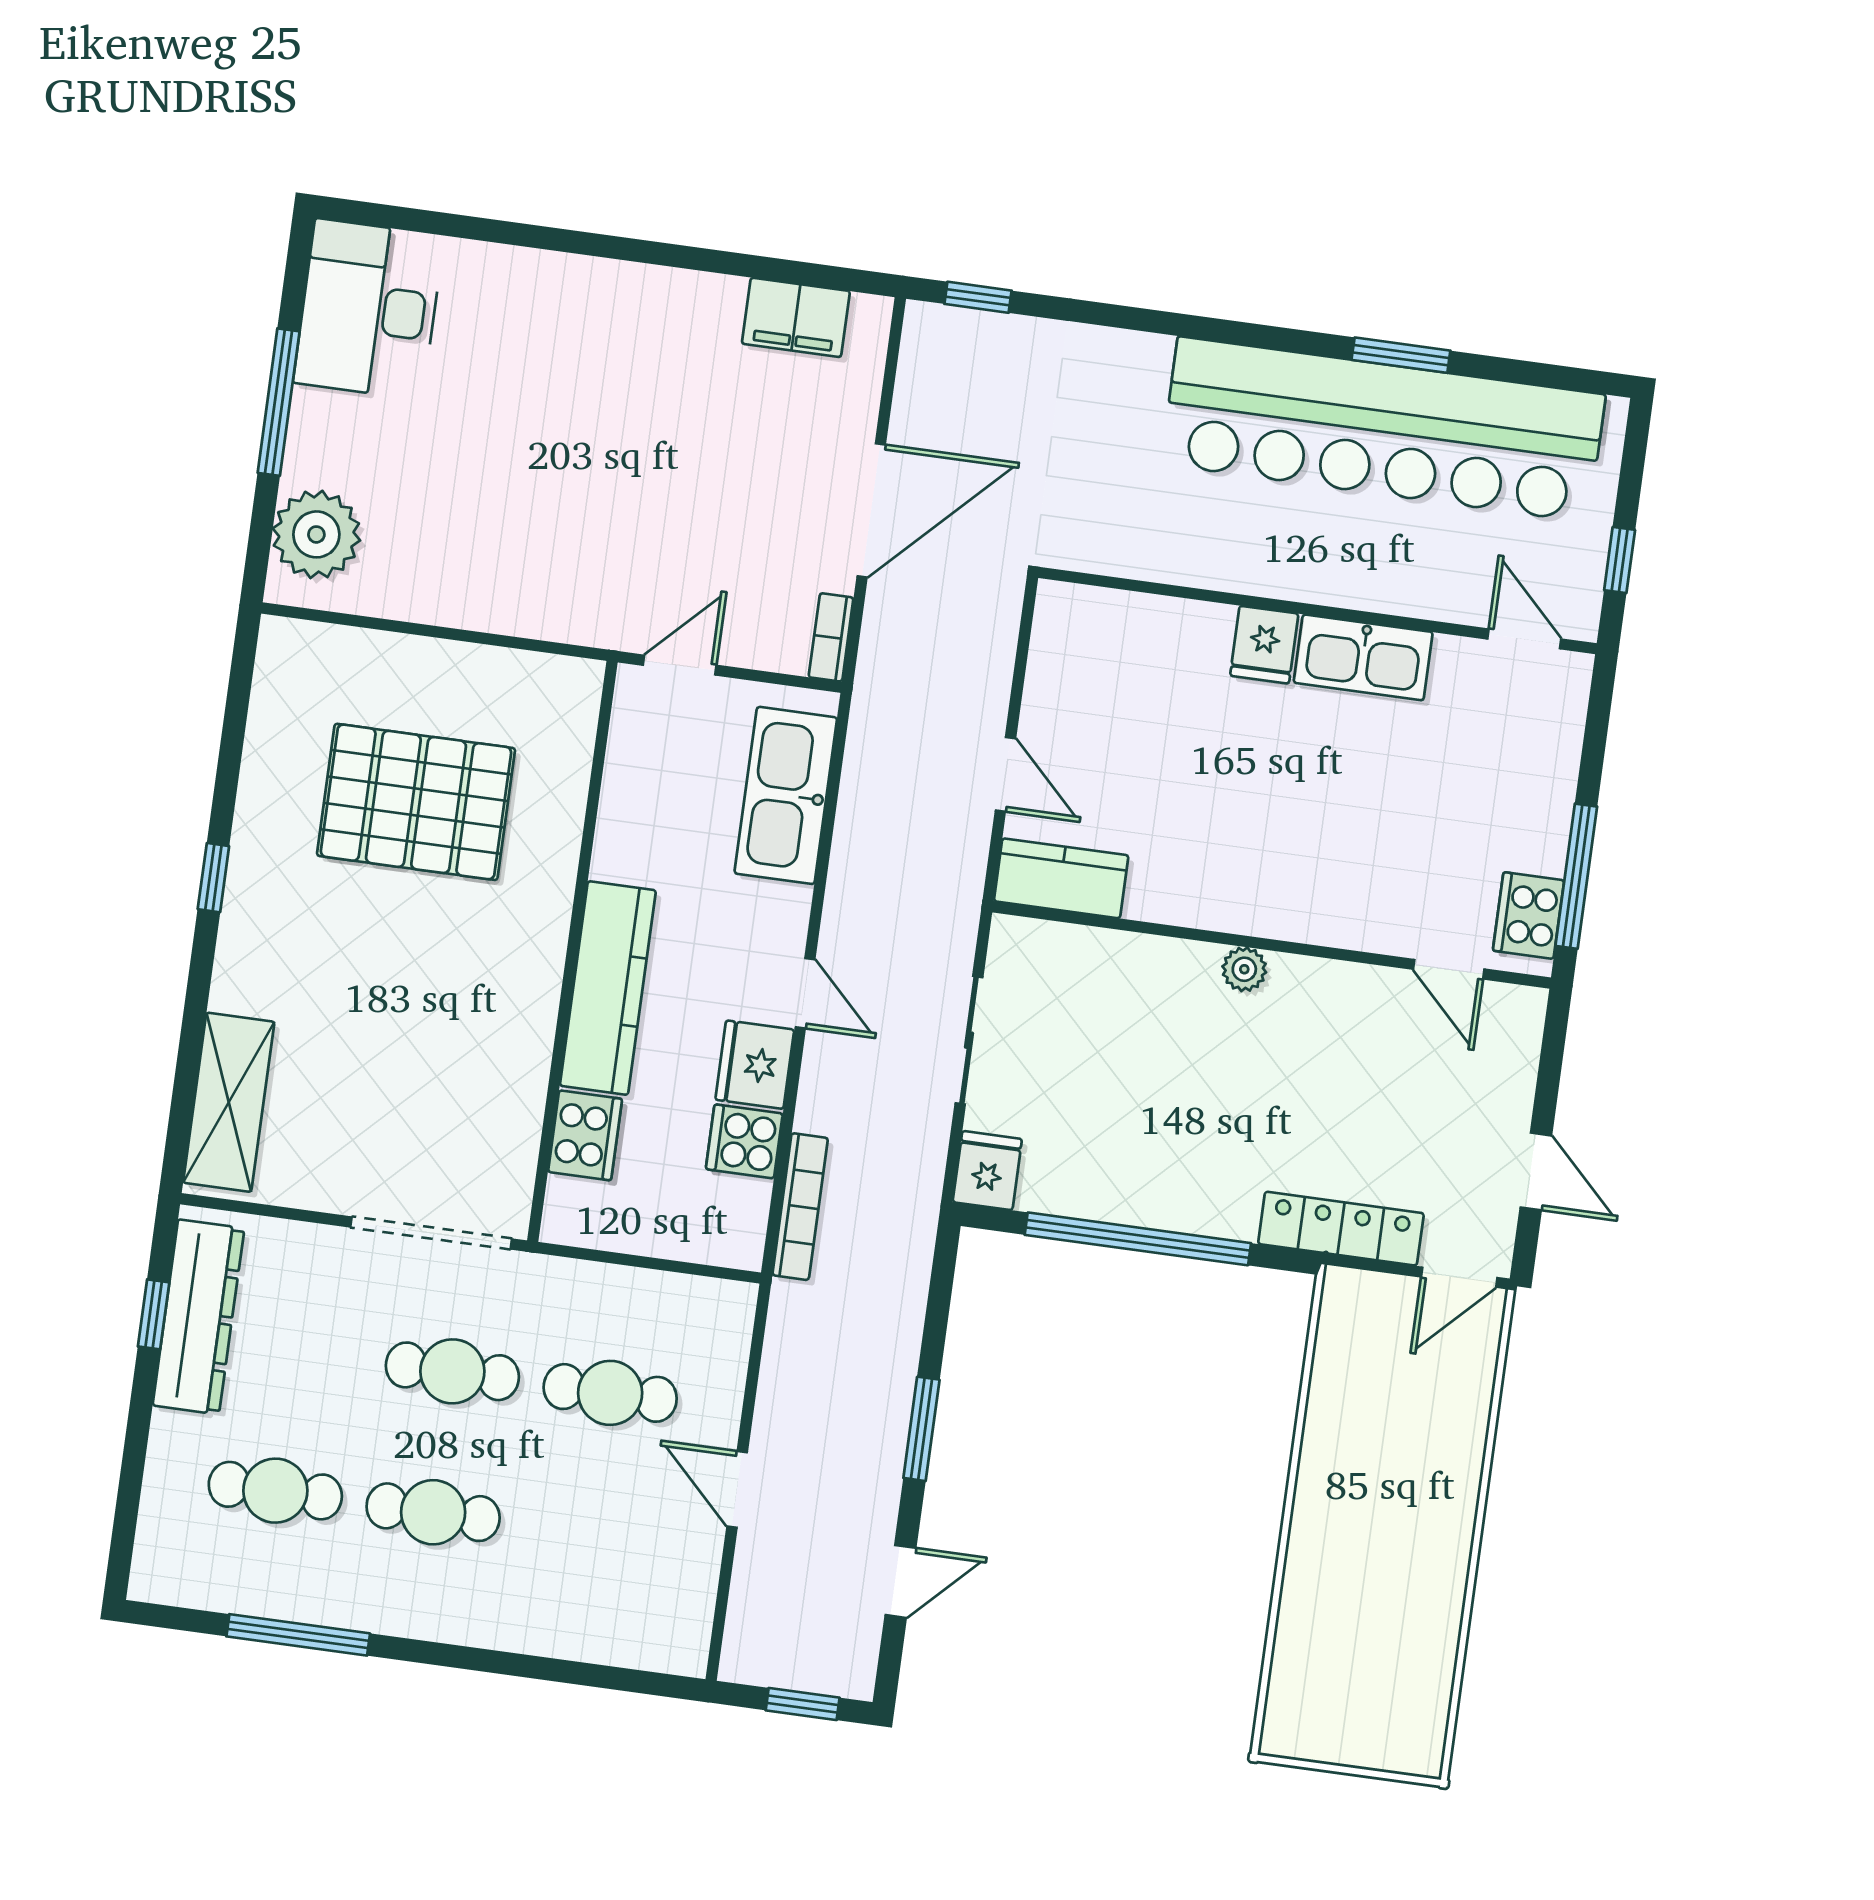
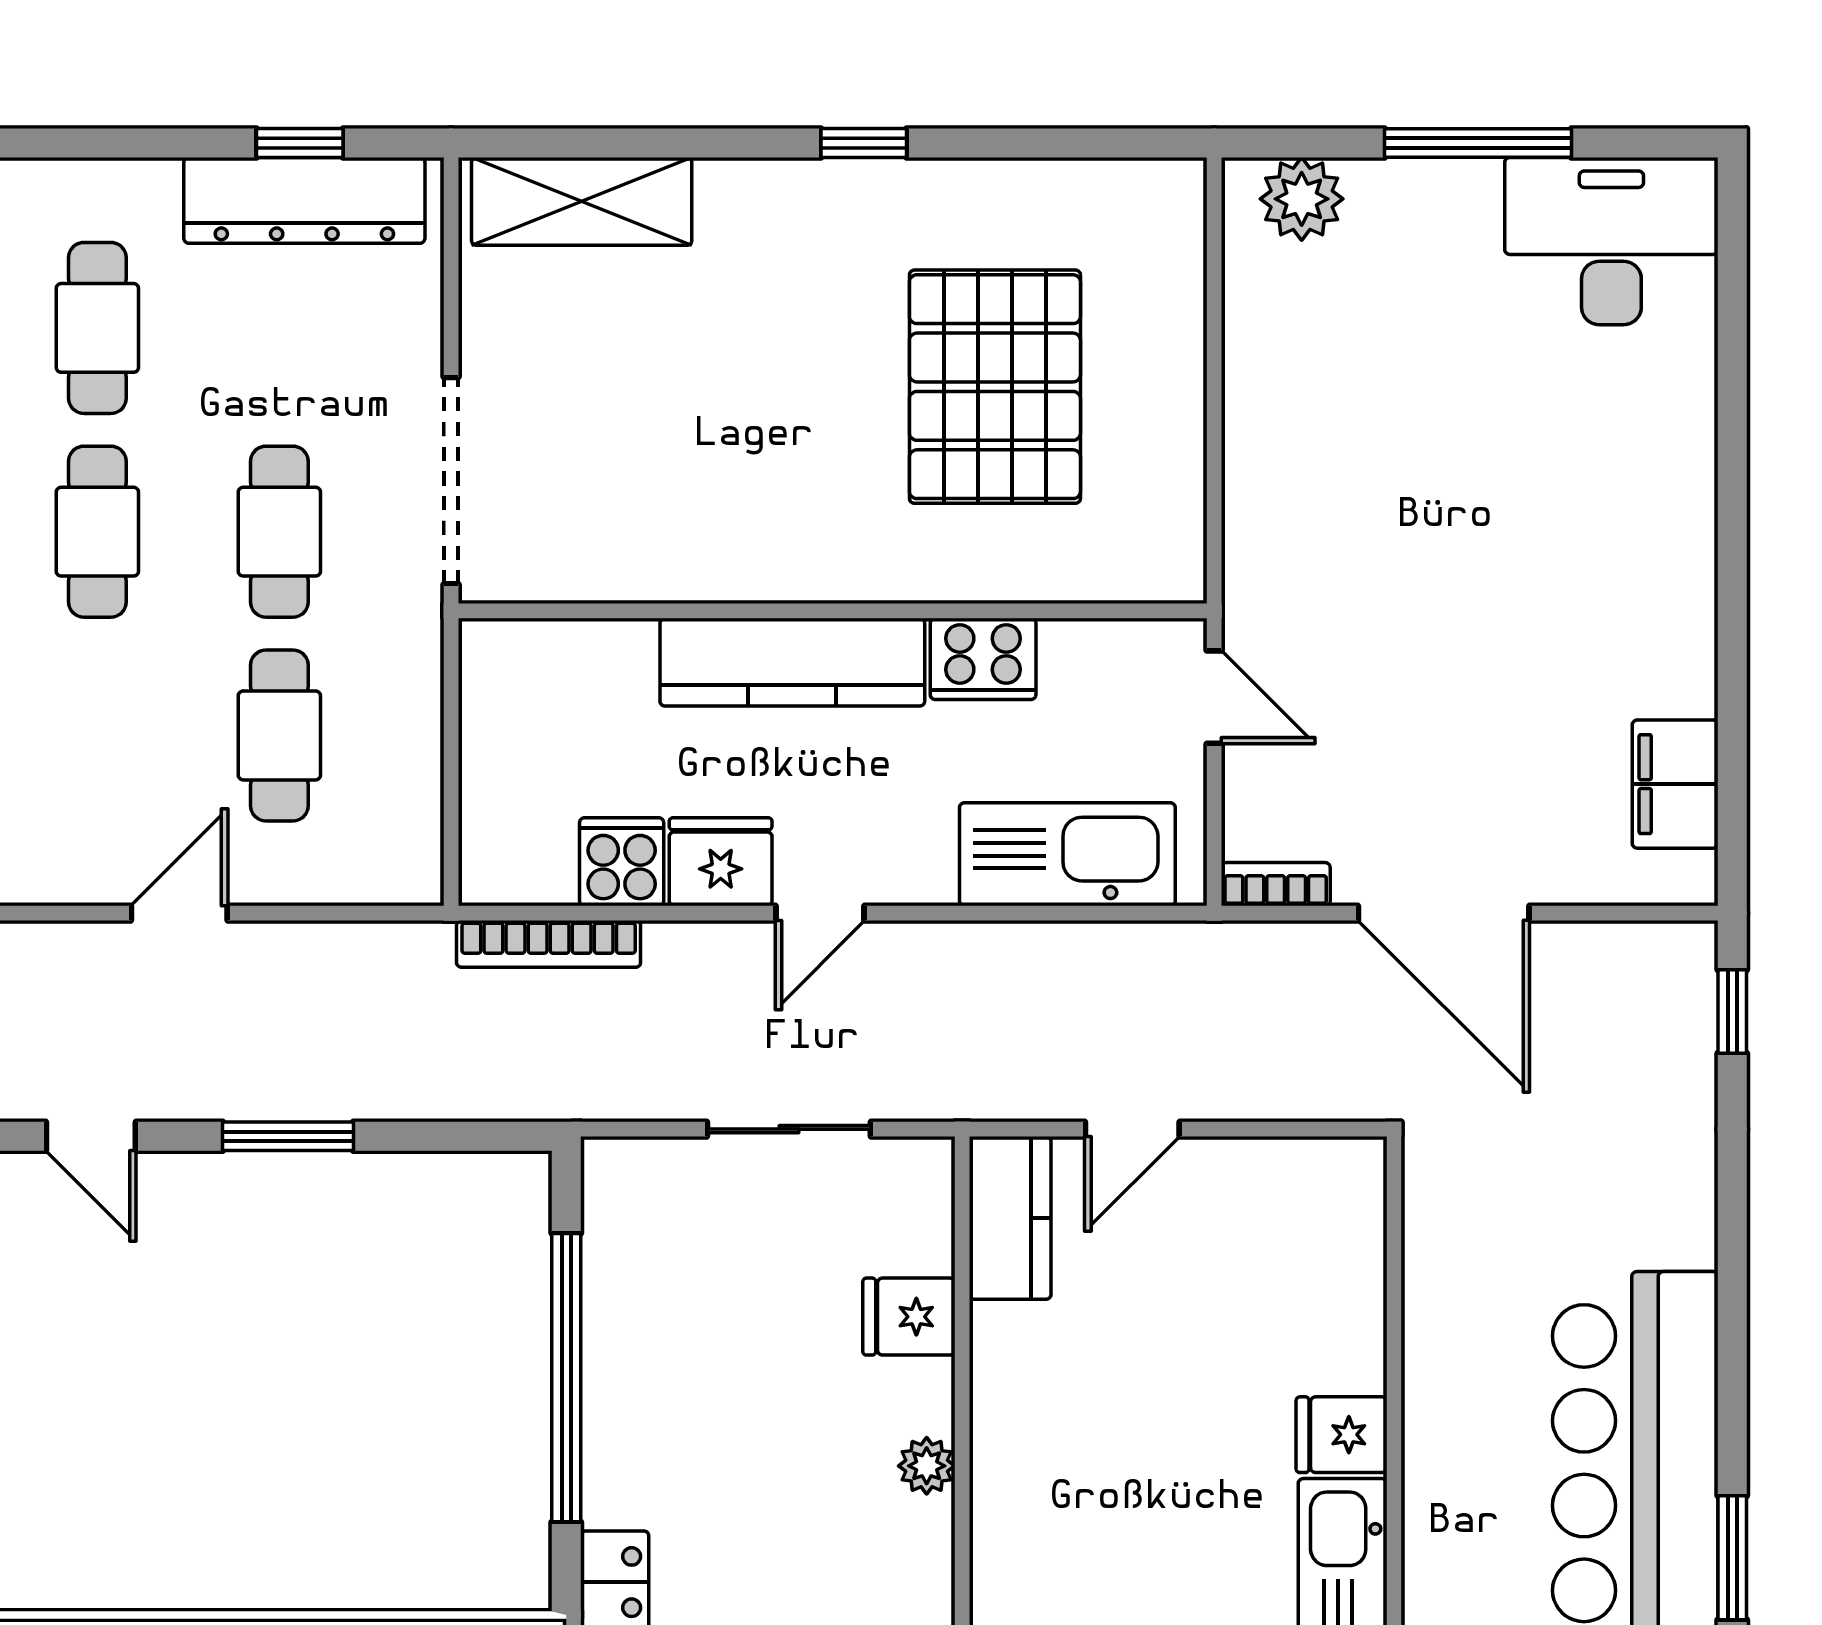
plant: (316, 534) -> (1302, 199), width x0.73, depth x0.73
cooker: (585, 1135) -> (983, 659), moved
fridge: (987, 1171) -> (909, 1317), moved, turned 180

